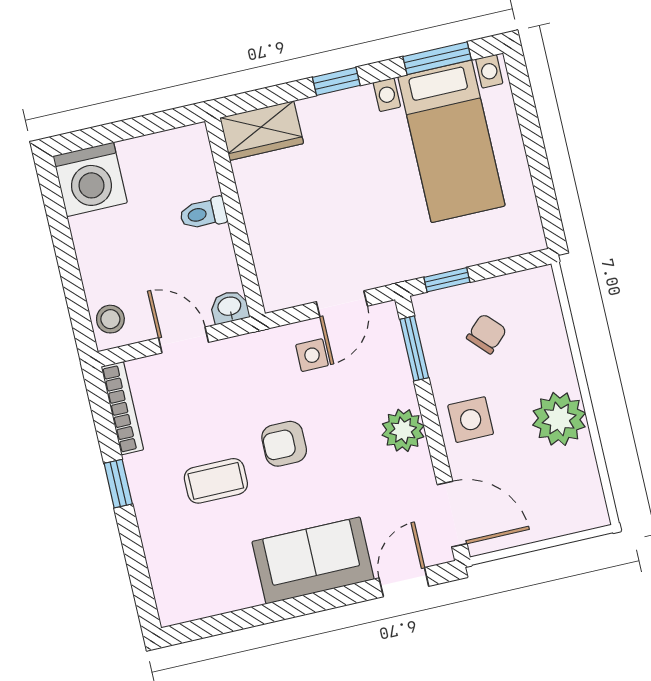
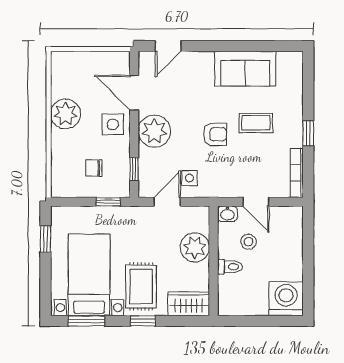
rug: (354, 142) -> (141, 286), added
window: (544, 188) -> (46, 239), added
plant: (274, 234) -> (195, 247), added
stool: (110, 319) -> (249, 242), moved
chair: (487, 334) -> (94, 168), turned 44
window: (414, 348) -> (134, 169), width x0.67
plant: (403, 430) -> (154, 131), width x1.36, depth x1.36
door: (452, 514) -> (134, 93), moved
sofa: (313, 560) -> (245, 69), moved

